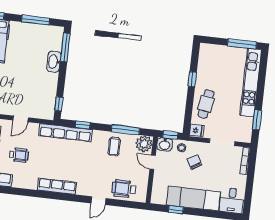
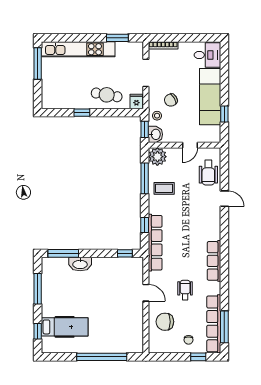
door: (153, 162) -> (190, 145), moved
row of seats: (57, 186) -> (214, 261), moved

